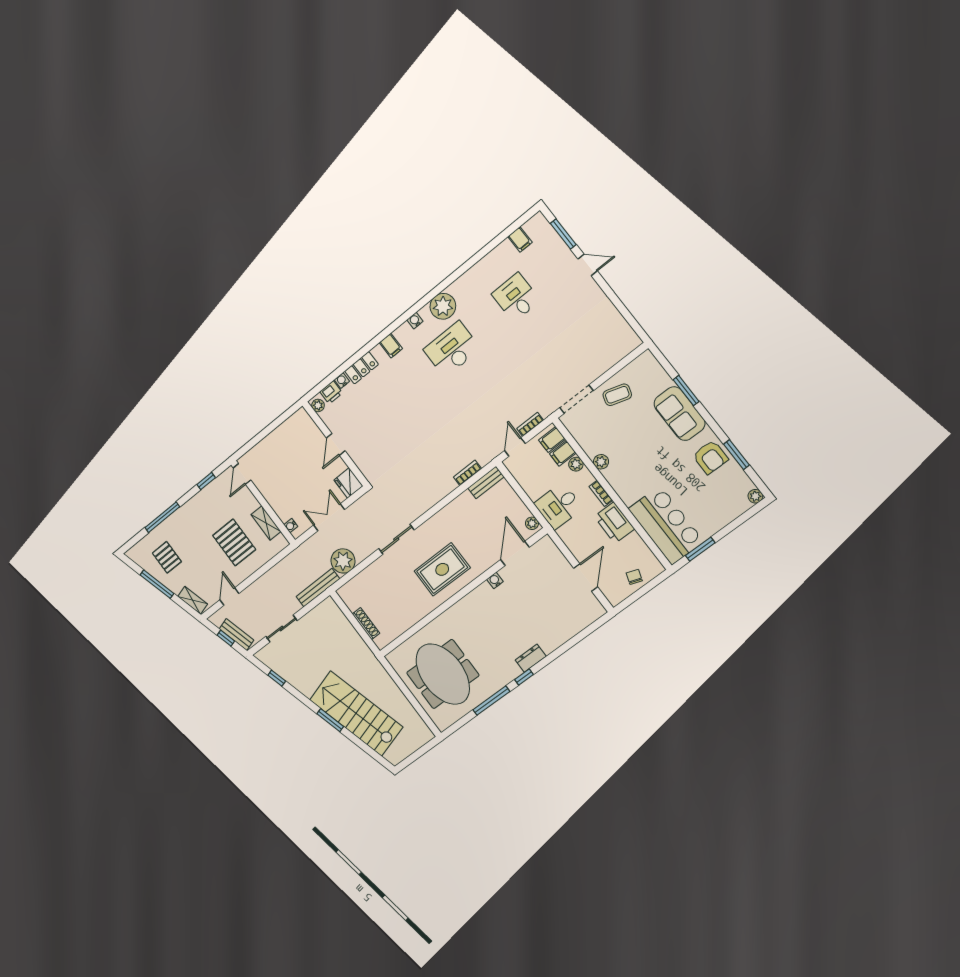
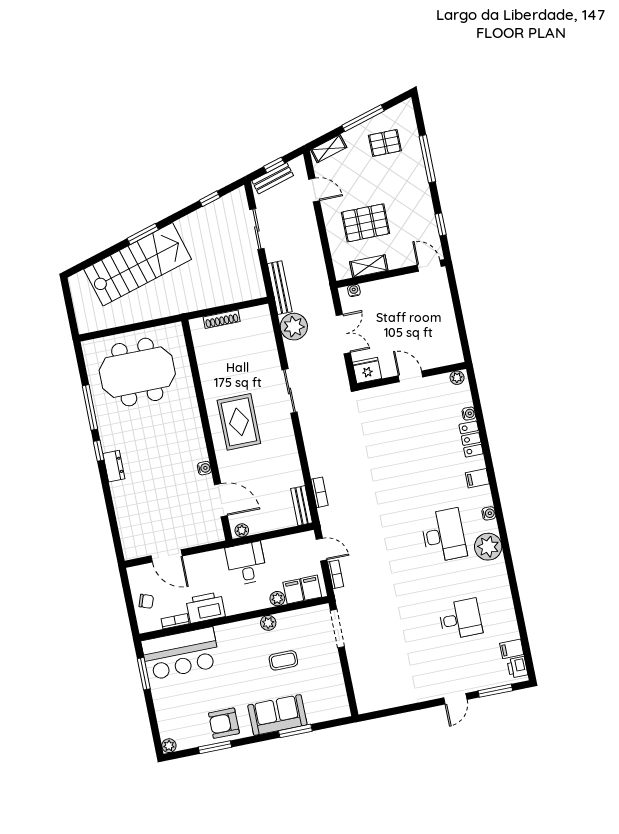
printer: (331, 392) -> (517, 667), moved
coffee table: (617, 395) -> (283, 660), moved, turned 73
bookcase: (601, 493) -> (175, 621), moved

